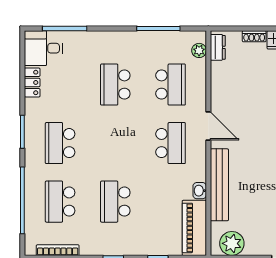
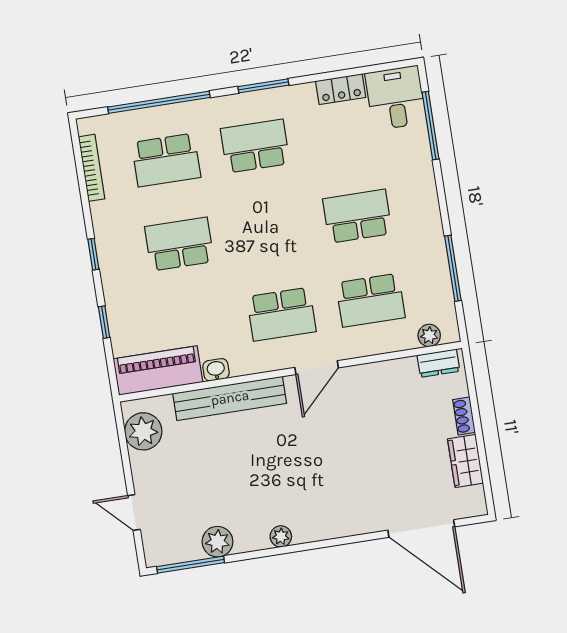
school desk: (60, 202) -> (166, 160), turned 180

